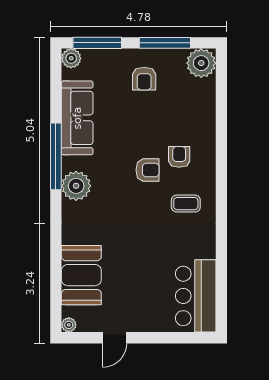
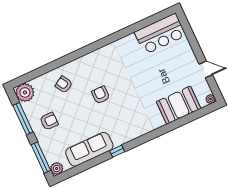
window: (56, 156) -> (117, 151), width x0.32
armchair: (179, 157) -> (64, 84), moved, turned 59
plant: (76, 186) -> (129, 132), removed
coffee table: (186, 204) -> (110, 64), removed

